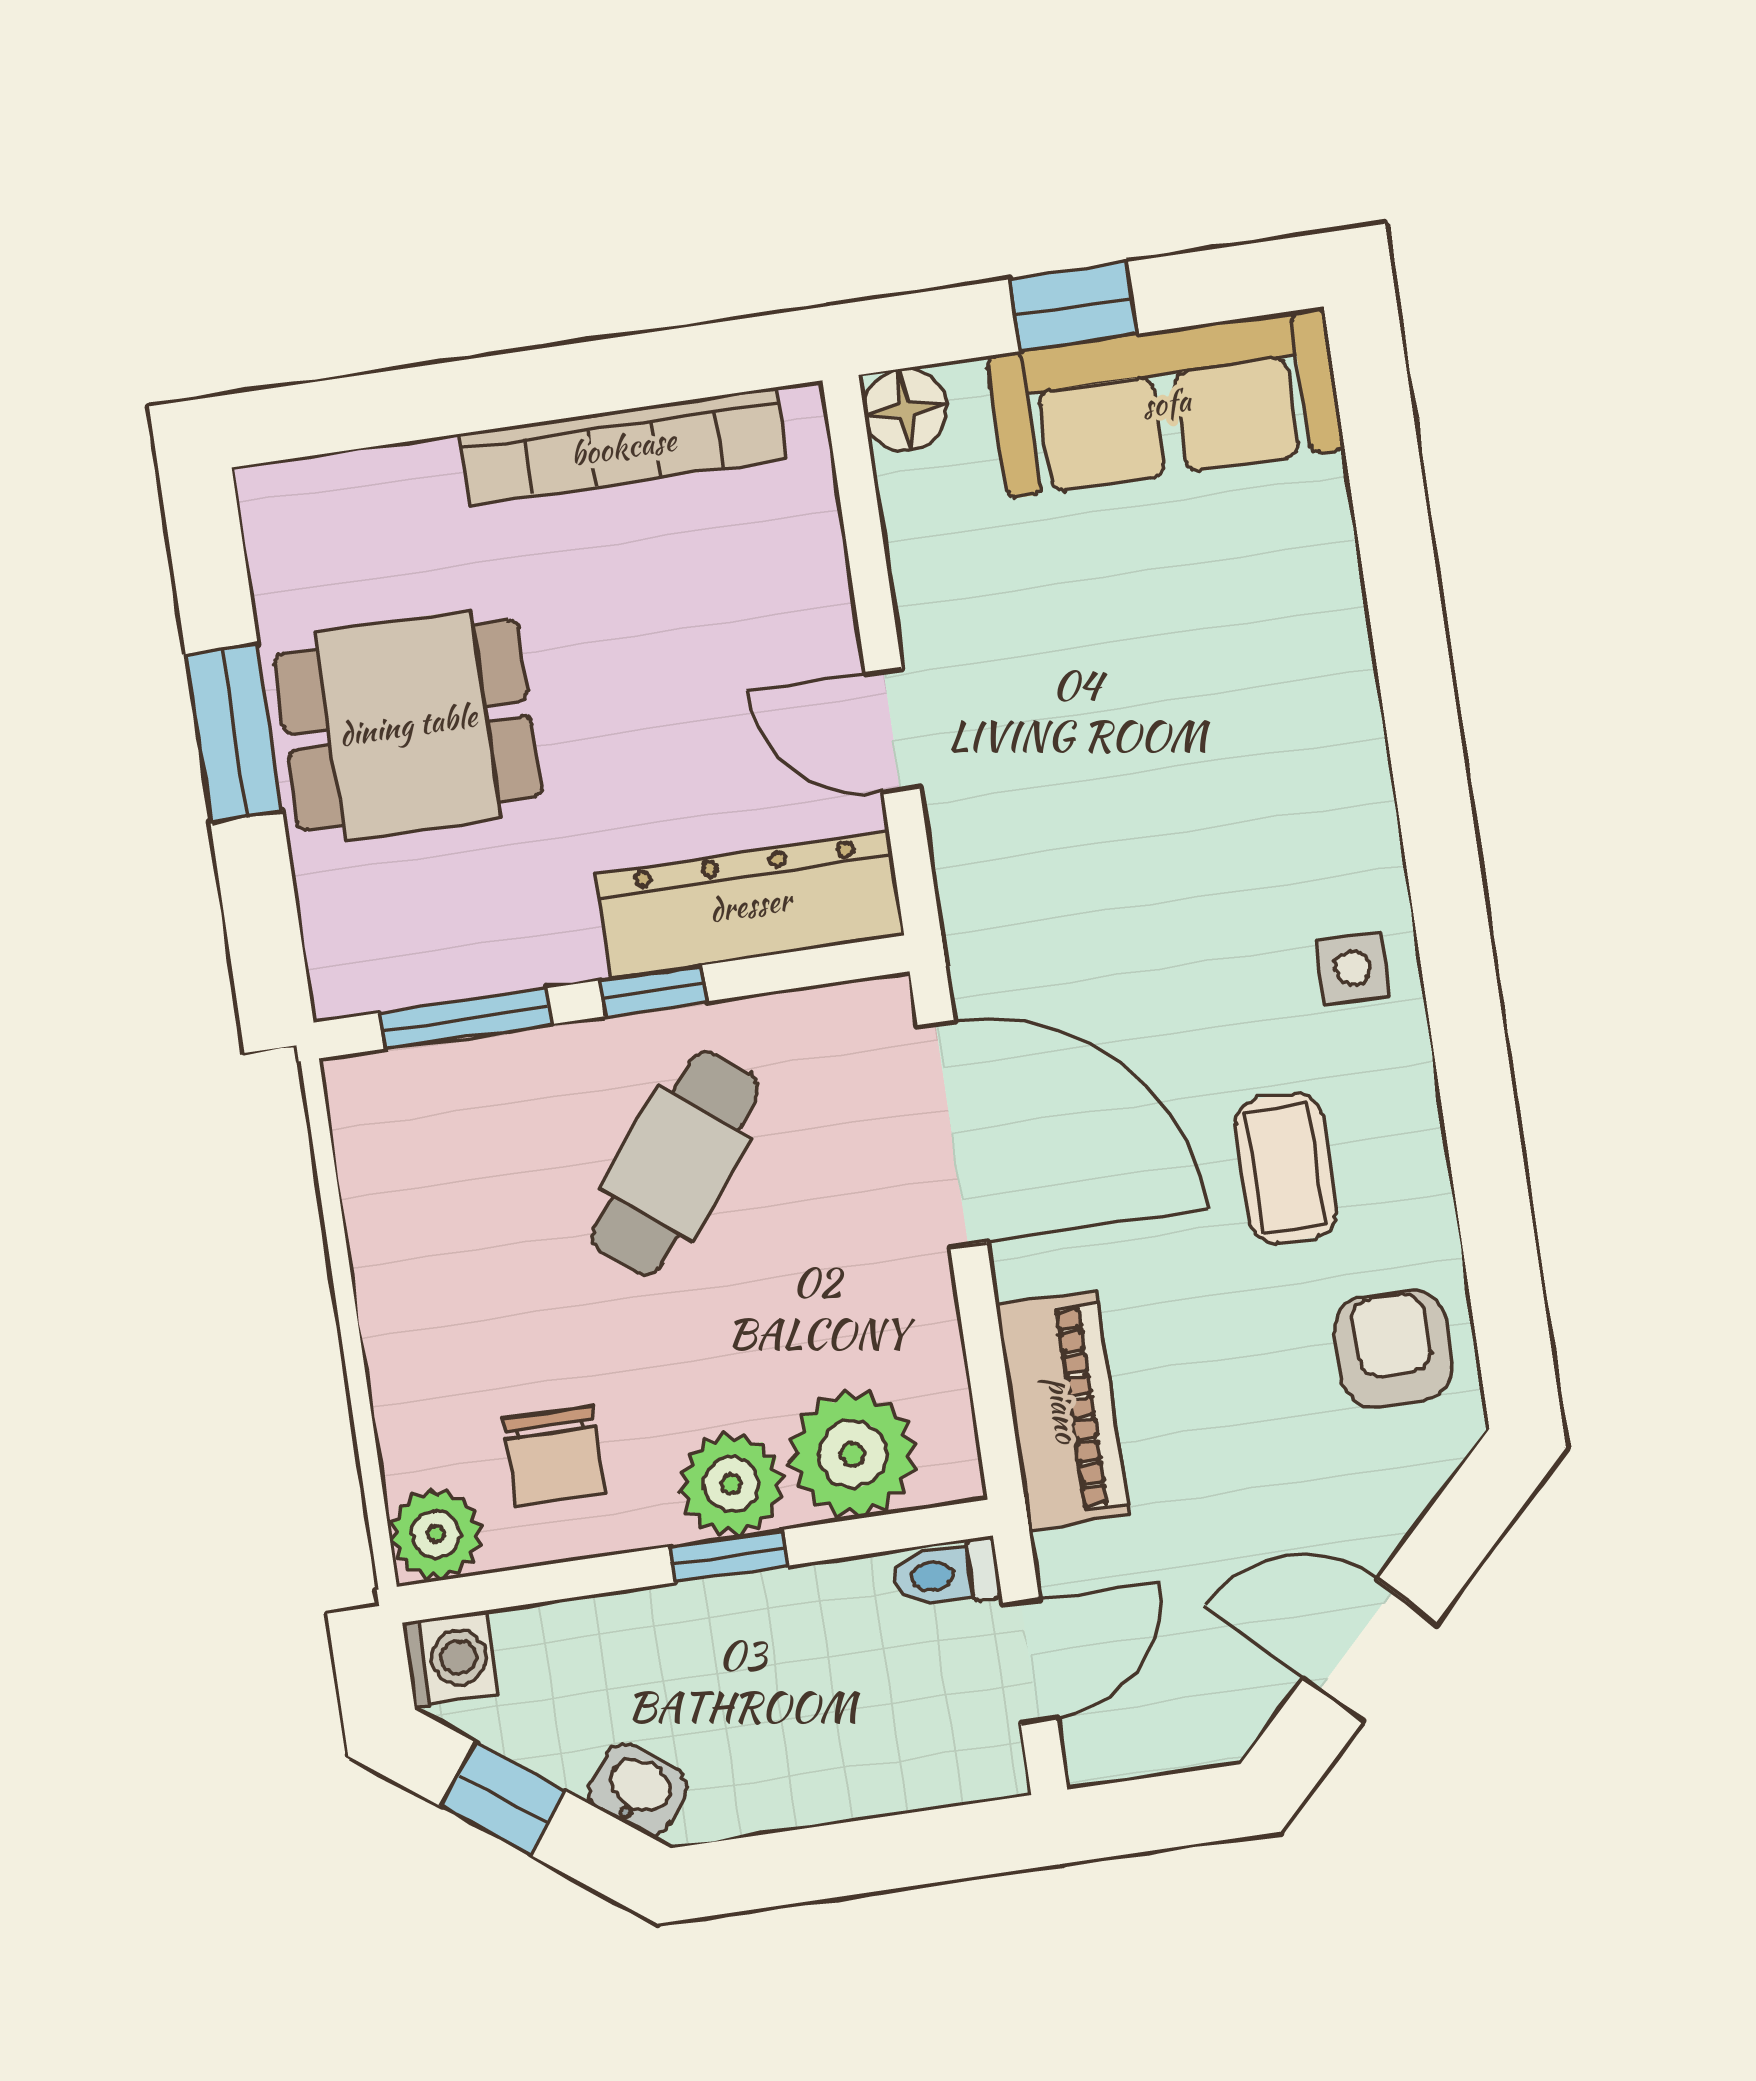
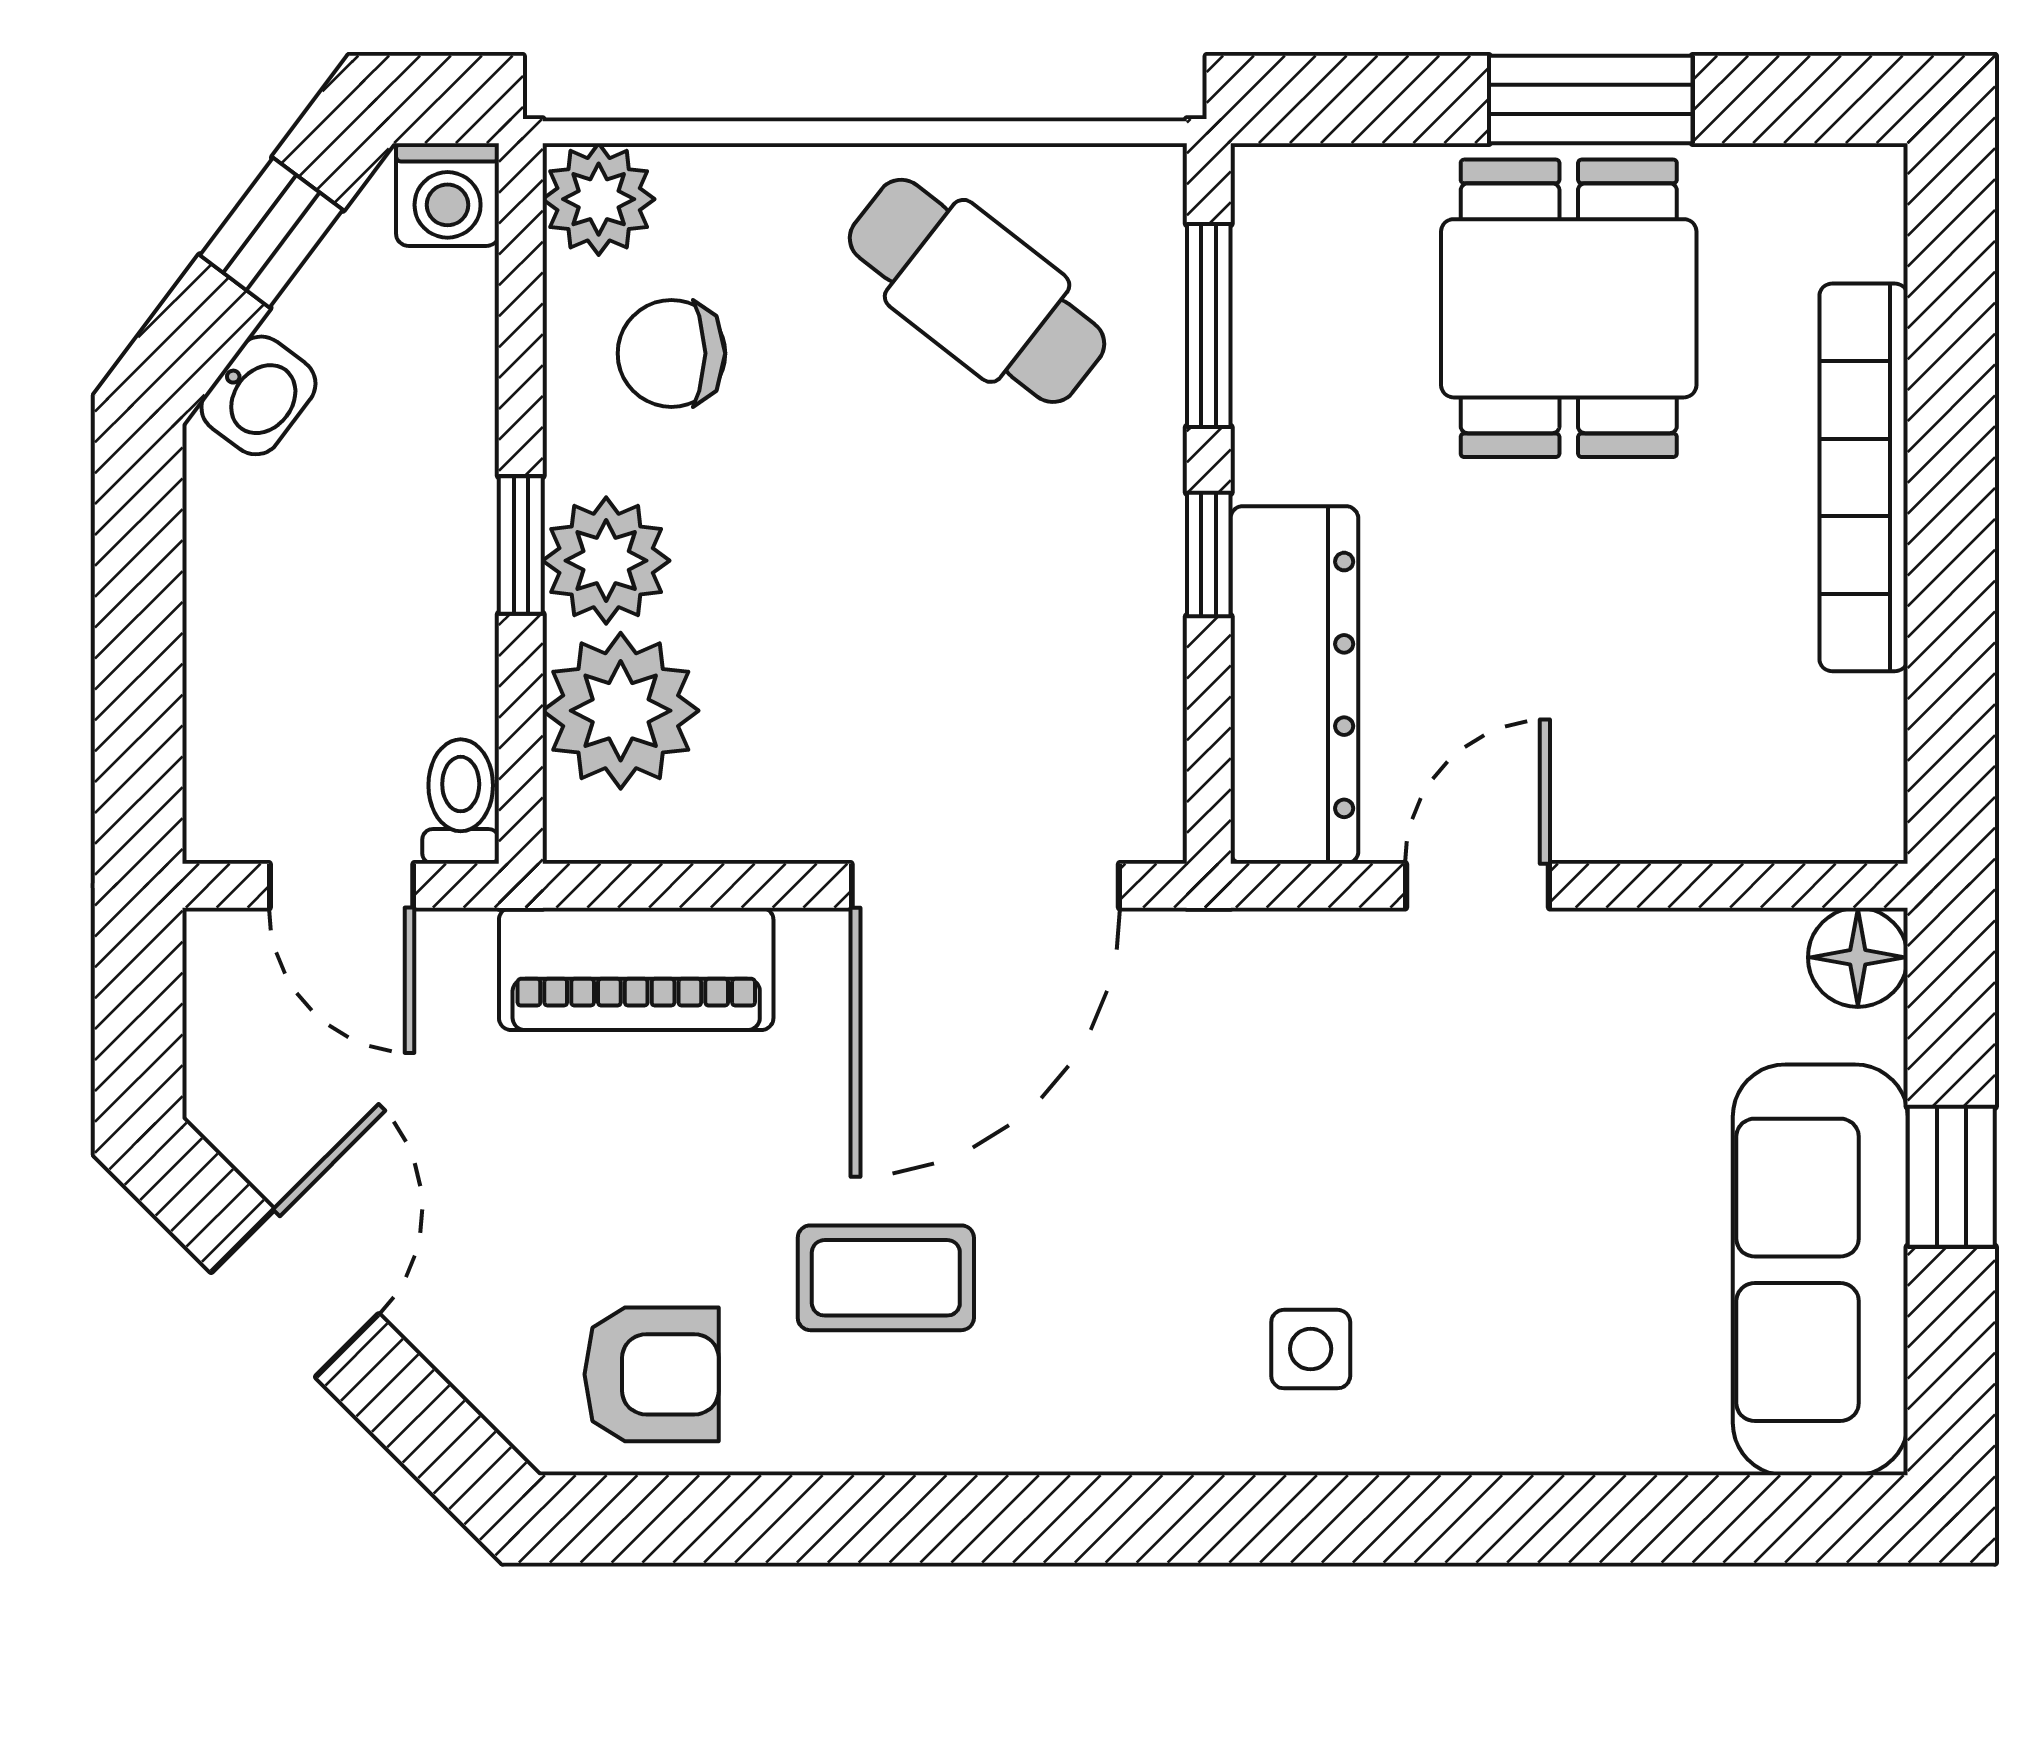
bookcase: (623, 447) -> (1864, 477), moved
side table: (1352, 968) -> (1311, 1349), moved
cafe table: (676, 1163) -> (977, 291), moved

